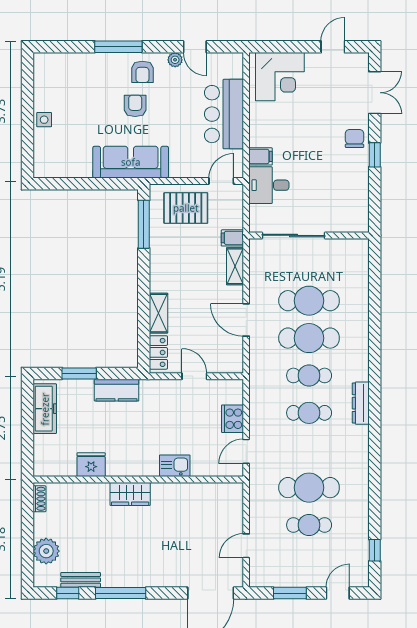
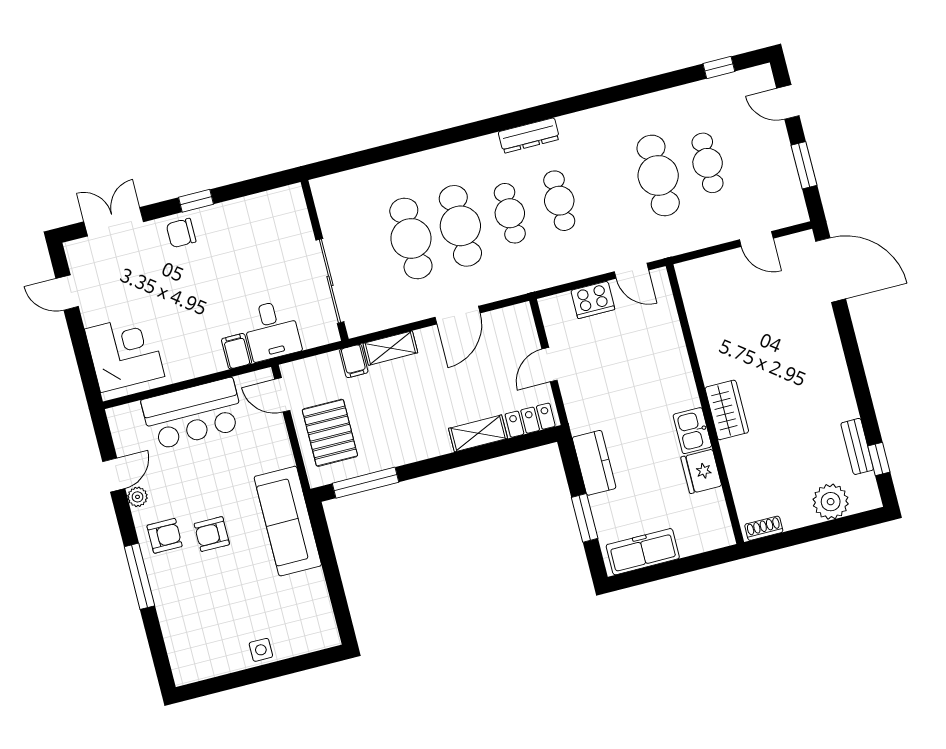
kitchen sink: (175, 466) -> (692, 431), moved
window: (121, 593) -> (861, 389), removed

